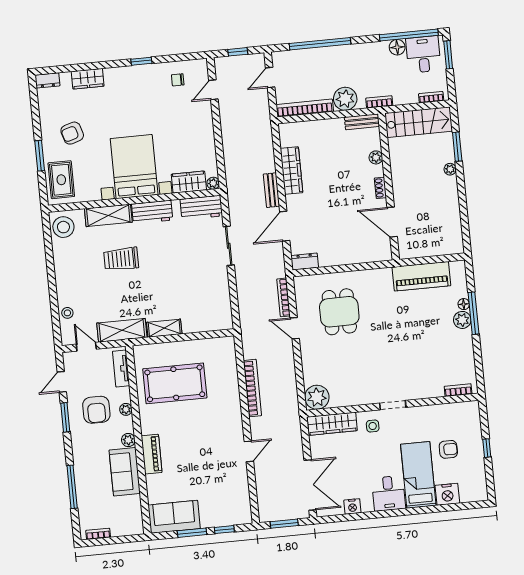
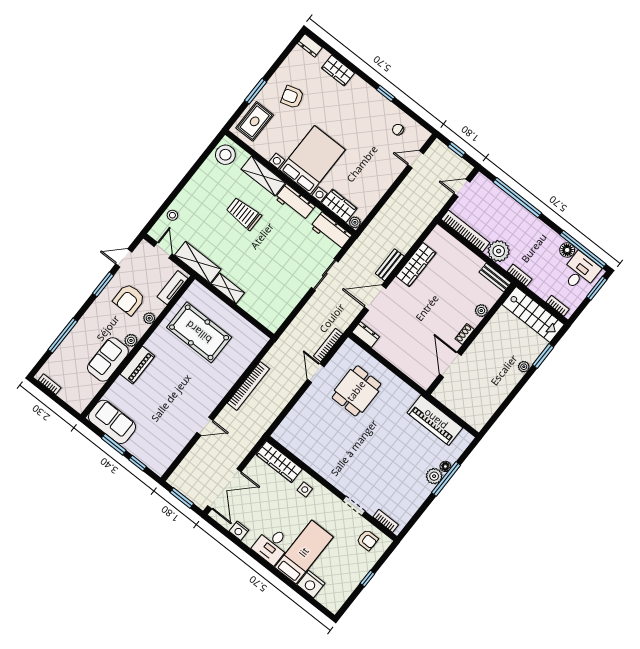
plant: (317, 397) -> (286, 434), removed
doorway: (393, 405) -> (354, 506), moved
armchair: (448, 449) -> (367, 540), moved

